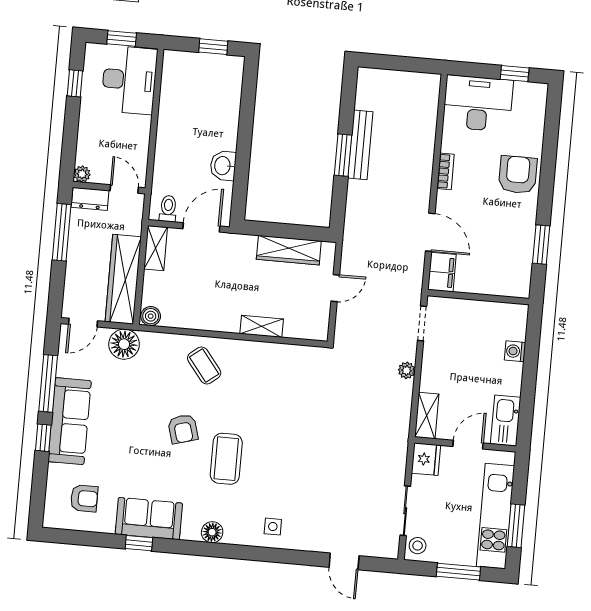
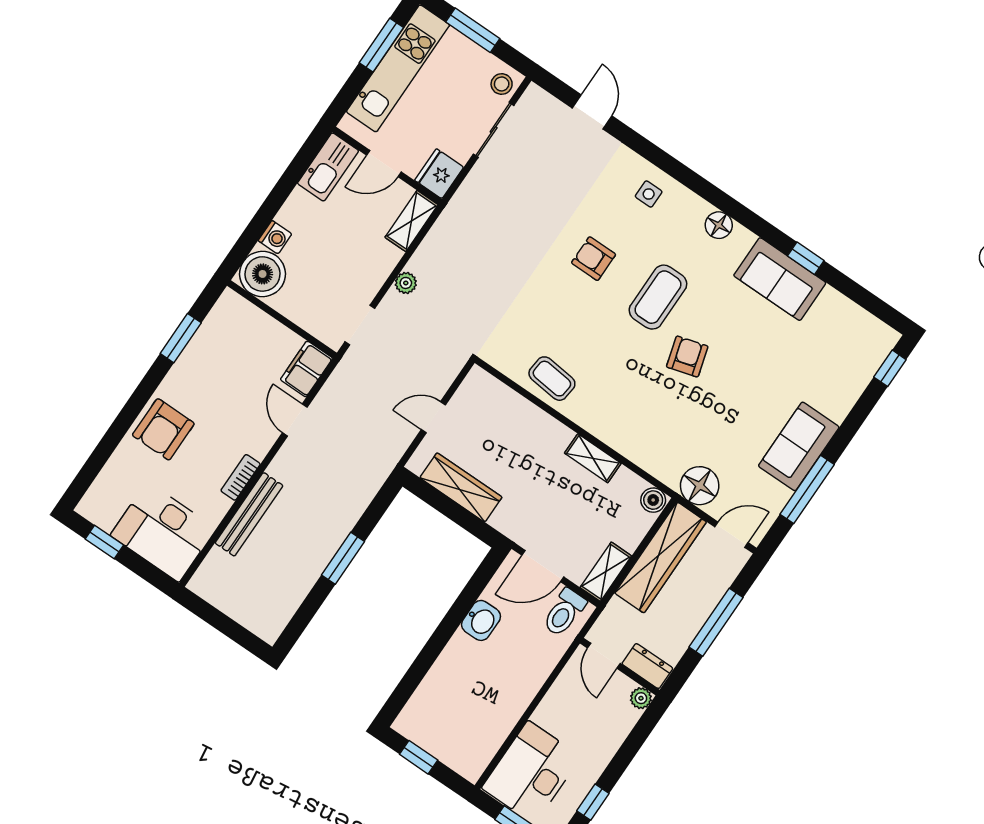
bench: (360, 145) -> (249, 514), moved
toilet: (168, 209) -> (564, 613), width x1.37, depth x1.39
window: (62, 232) -> (716, 622), moved
door: (430, 232) -> (295, 420), width x0.73
boiler: (509, 321) -> (263, 274), added
shelving: (262, 326) -> (593, 458), moved
coffee table: (204, 366) -> (552, 379), moved, turned -46
sofa: (70, 421) -> (799, 446), width x0.73
window: (43, 438) -> (890, 368), moved
armchair: (84, 498) -> (594, 259), moved

